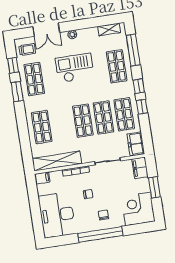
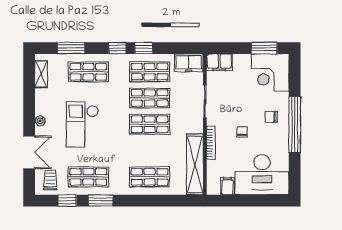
window: (133, 50) -> (71, 48), width x0.69
filing cabinet: (42, 178) -> (227, 186), moved
window: (154, 187) -> (264, 48), moved

